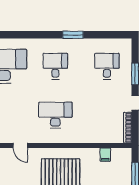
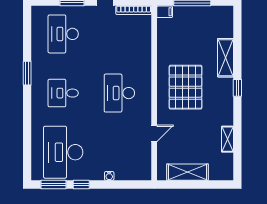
desk: (107, 66) -> (63, 34), width x1.37
filing cabinet: (105, 155) -> (165, 12), moved

